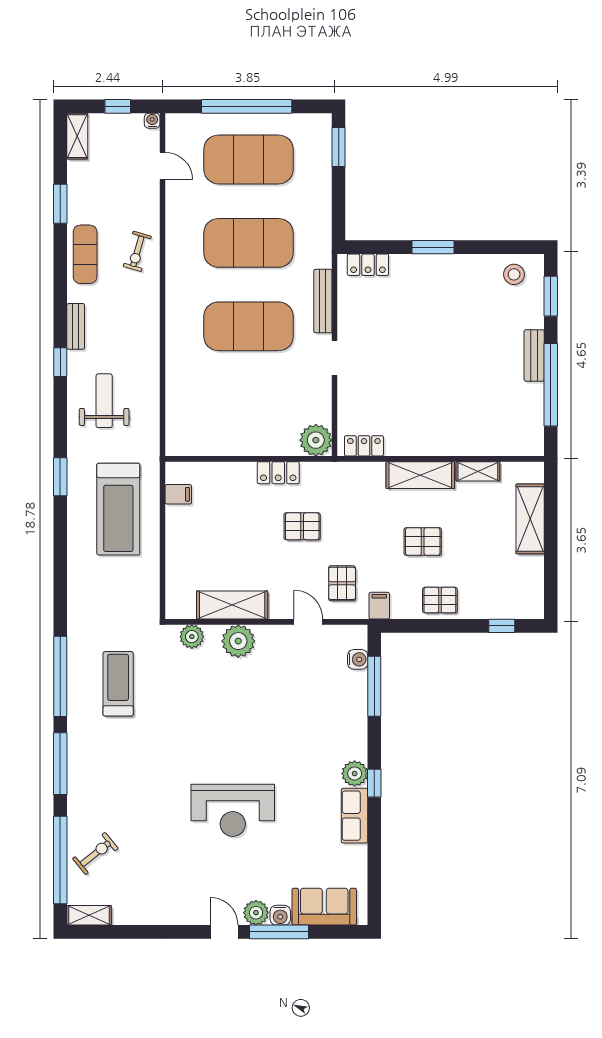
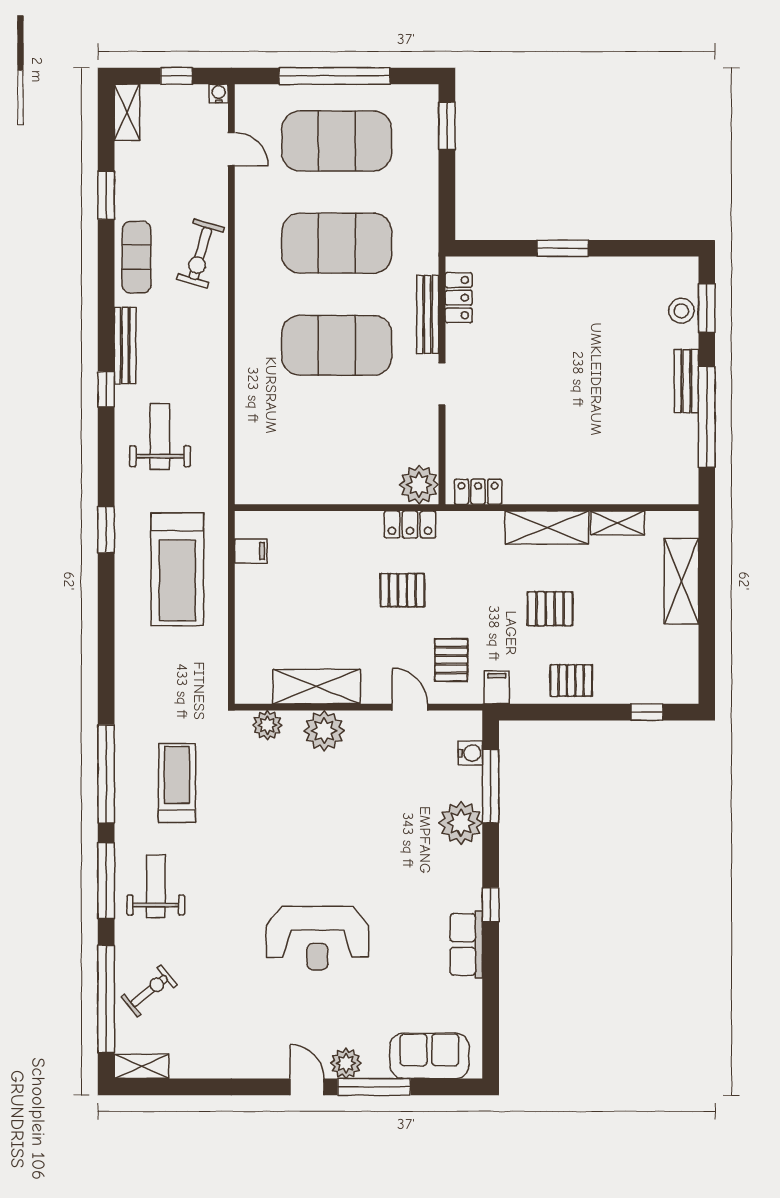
exercise bike: (137, 251) -> (200, 254), width x1.38, depth x1.39
locker: (368, 265) -> (459, 298), moved, turned -90
stool: (514, 274) -> (681, 311), moved
bench: (76, 326) -> (125, 345), width x1.36
locker: (278, 473) -> (410, 524), moved
weight bench: (101, 768) -> (156, 886), added
plant: (355, 773) -> (461, 823), moved, width x1.36, depth x1.36
water cooler: (280, 915) -> (376, 1066), removed

